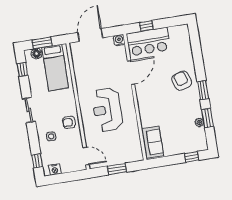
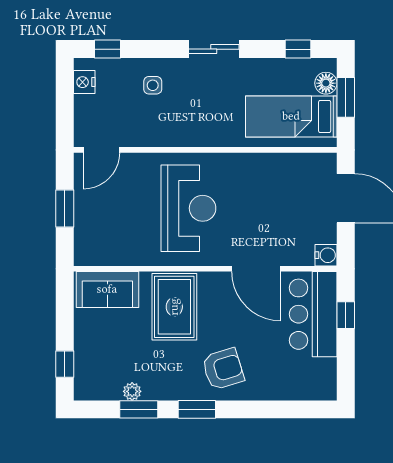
rug: (156, 109) -> (174, 307), added
reception desk: (107, 110) -> (188, 208), turned 90
armchair: (69, 122) -> (175, 127), removed

